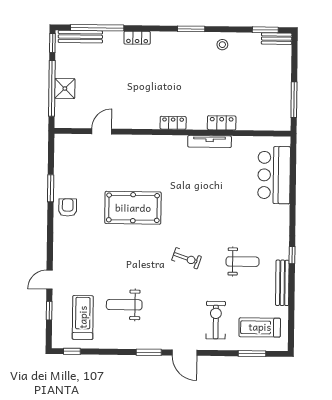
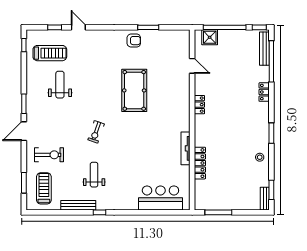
shower: (65, 88) -> (210, 37), moved
locker: (173, 123) -> (199, 105), moved
locker: (222, 123) -> (200, 163), width x1.53
weight bench: (243, 262) -> (94, 175), turned 180

